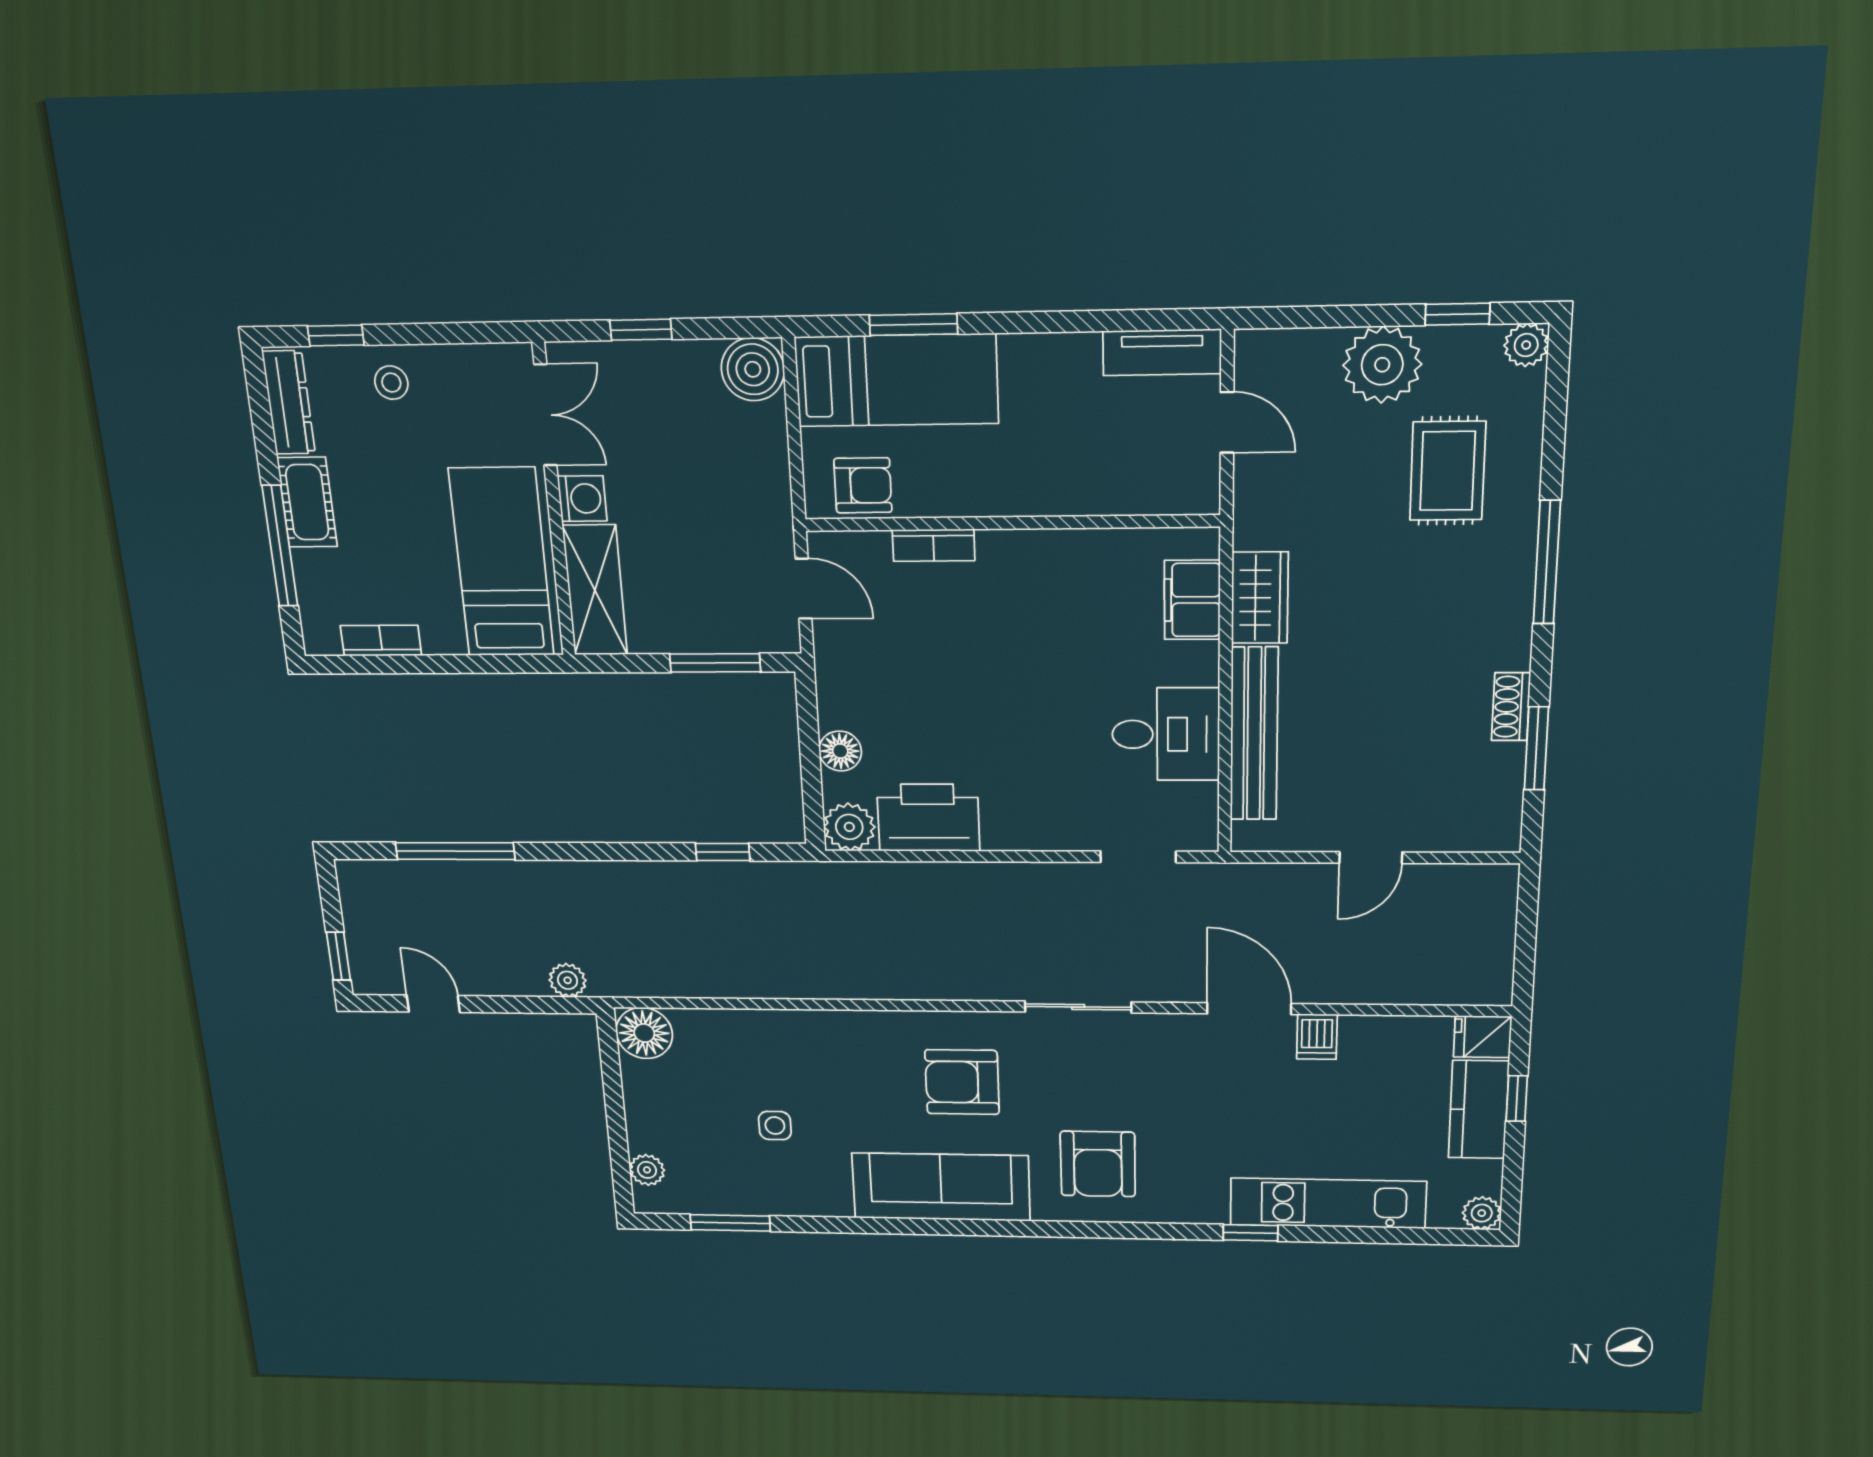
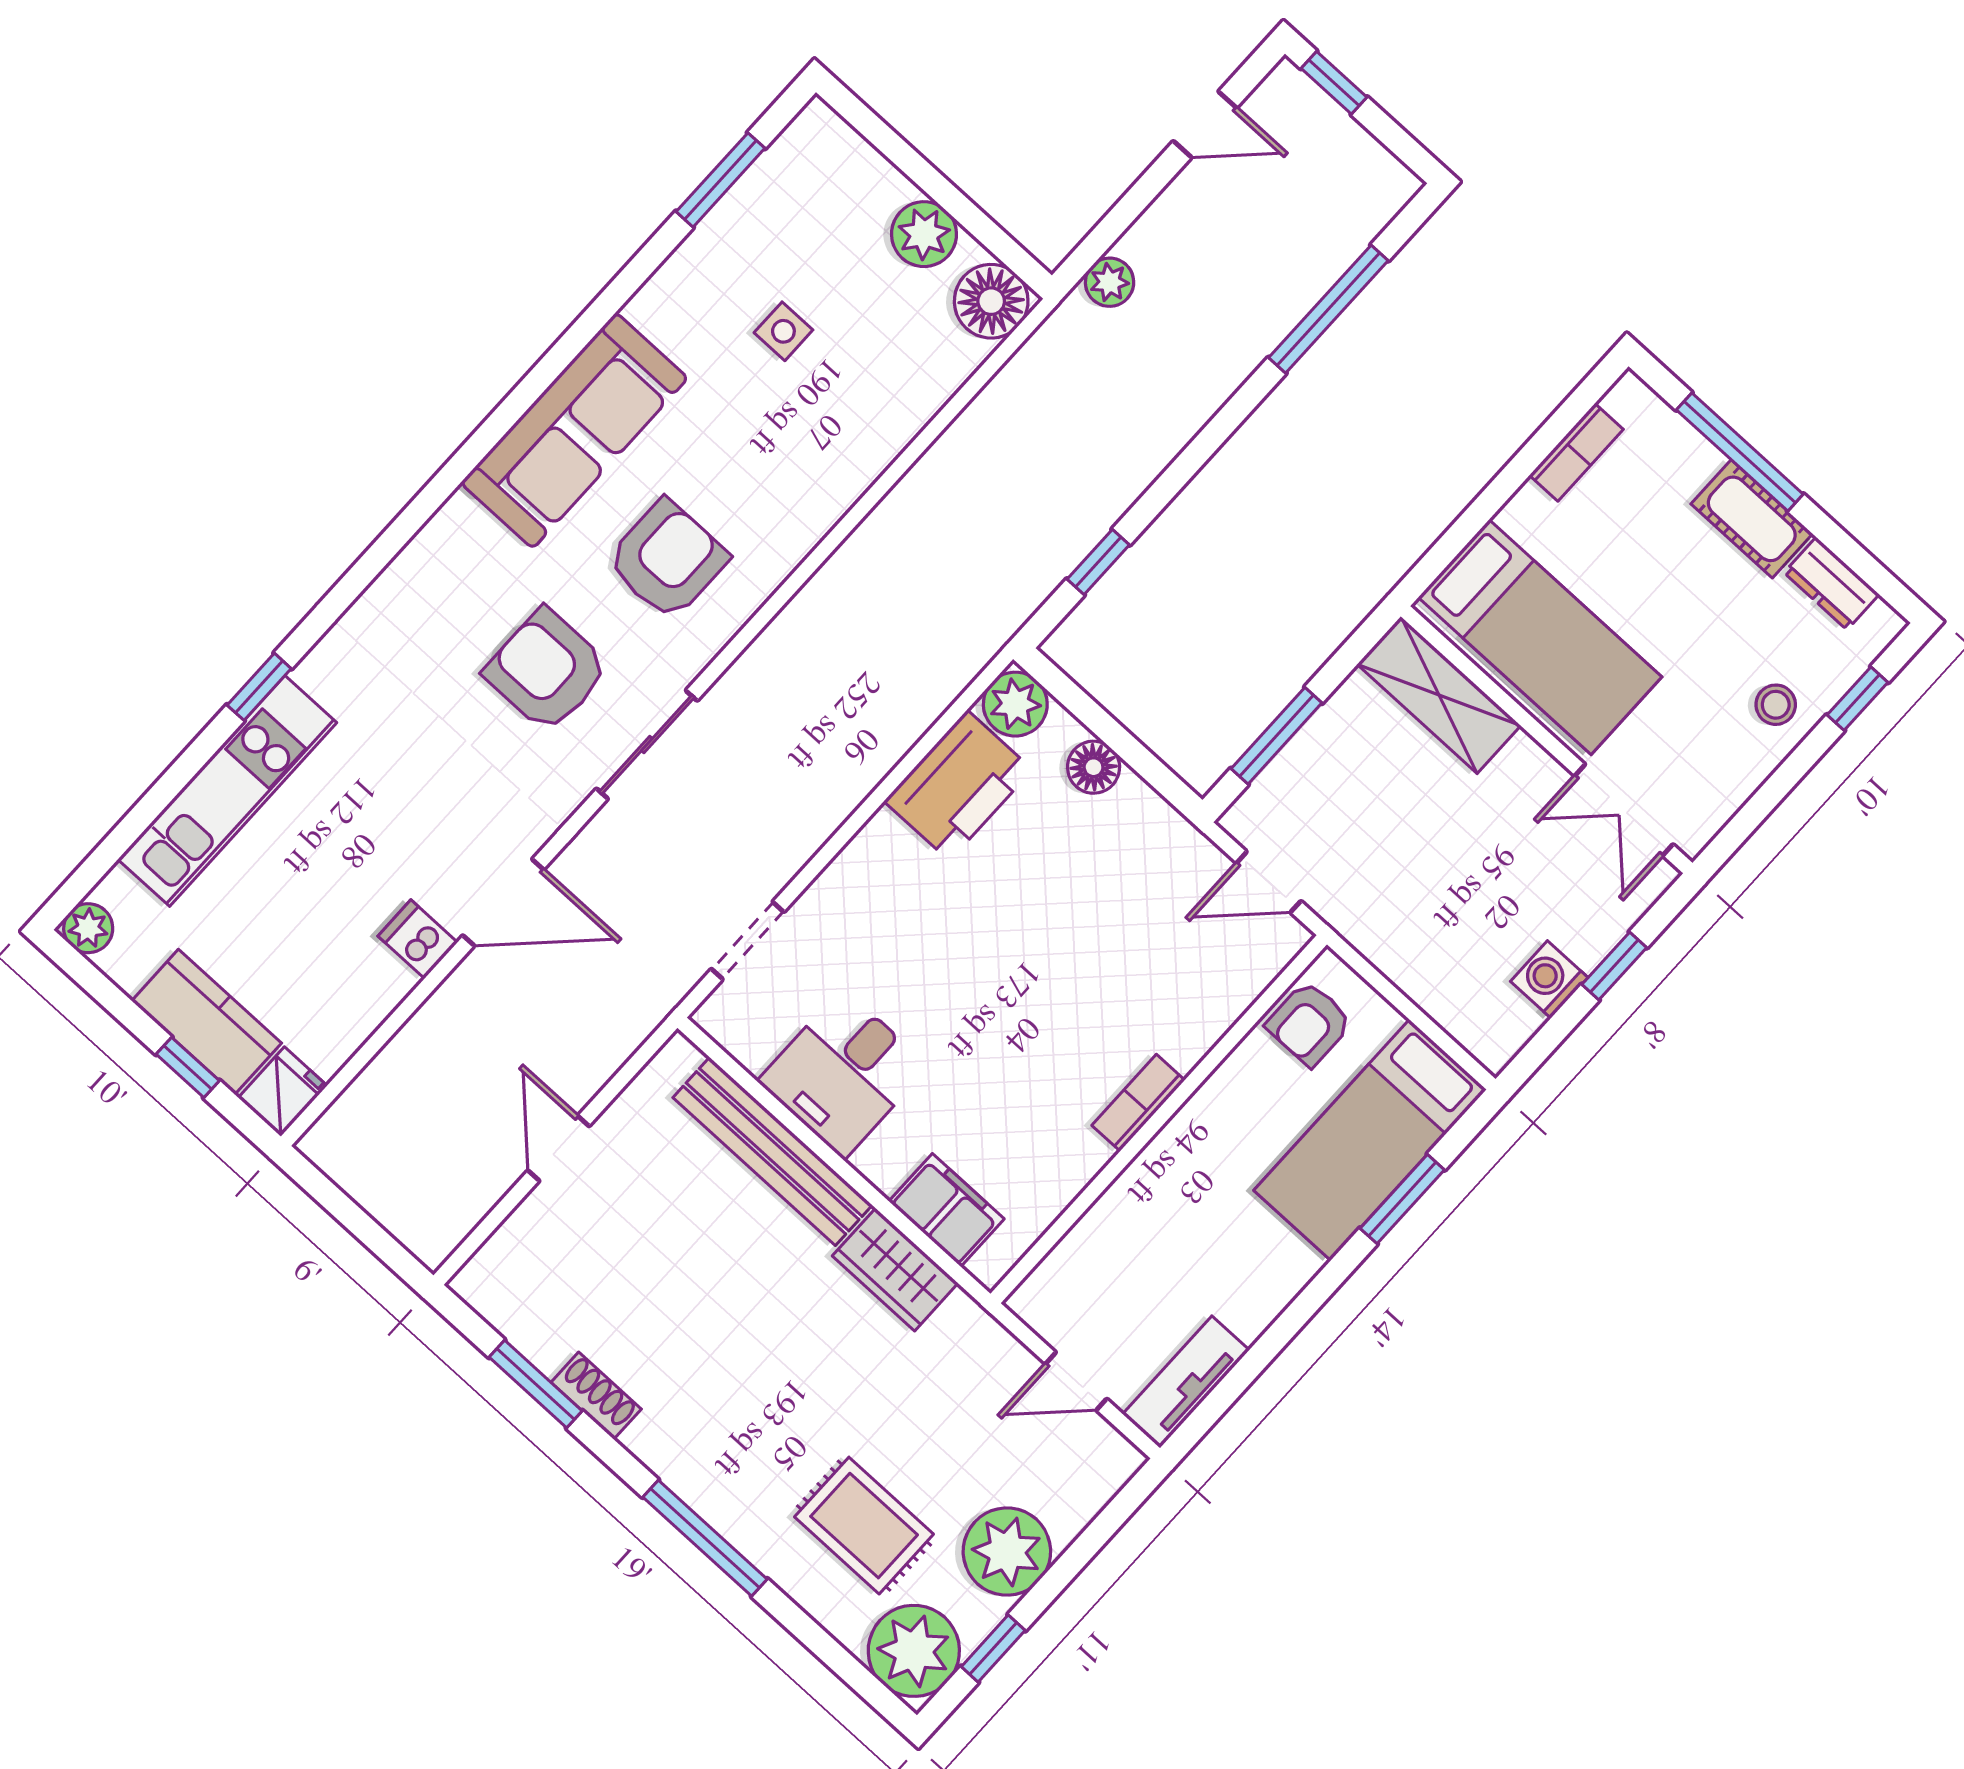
plant: (1526, 345) -> (914, 1651), width x1.87, depth x1.87
boiler: (753, 369) -> (1493, 1028), removed
dresser: (289, 402) -> (1832, 583), width x0.70
washing machine: (582, 499) -> (1549, 979), moved, turned 90
bookcase: (934, 545) -> (1138, 1103), moved
armchair: (1098, 1164) -> (547, 670), moved
plant: (647, 1170) -> (924, 234), moved, width x1.38, depth x1.38

